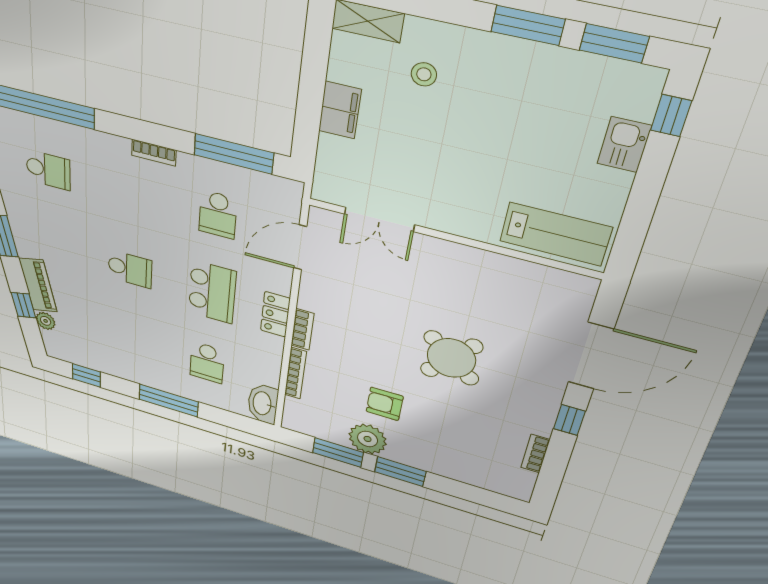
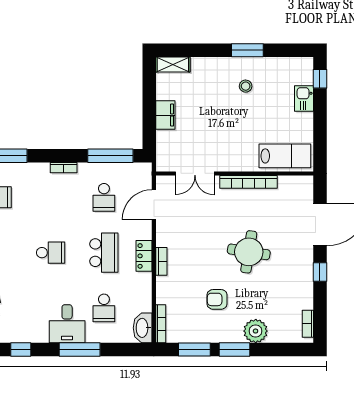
window: (614, 43) -> (287, 50), removed
stool: (424, 74) -> (246, 86), moved
bookcase: (475, 258) -> (248, 182), added
round table: (451, 358) -> (249, 252), turned -31
desk: (152, 365) -> (67, 324), added
bookcase: (295, 373) -> (161, 324), moved
plant: (368, 439) -> (256, 331), moved
bookcase: (535, 453) -> (308, 324), moved

